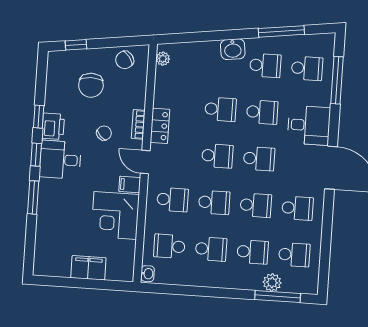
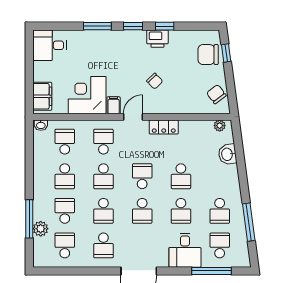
washbasin: (233, 49) -> (227, 154), moved
school desk: (307, 68) -> (220, 245), turned 180
chair: (91, 85) -> (208, 55), moved
bookcase: (138, 124) -> (164, 109), removed
desk: (309, 125) -> (185, 250), moved
school desk: (217, 156) -> (142, 176), turned 180
desk: (60, 160) -> (50, 45), moved, turned -90
school desk: (173, 200) -> (103, 142), turned 180
school desk: (253, 252) -> (65, 211), turned 180
school desk: (294, 255) -> (65, 245), turned 180
filing cabinet: (88, 268) -> (42, 96), moved
window: (278, 297) -> (29, 219), moved

